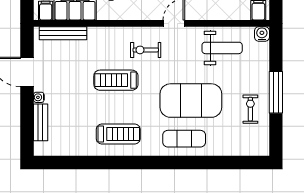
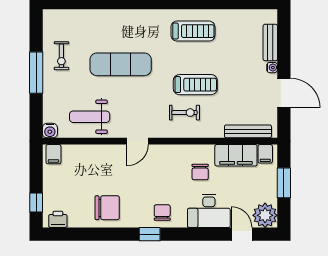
exercise bike: (146, 50) -> (185, 113), moved
exercise mat: (191, 101) -> (121, 64), width x0.68
treadmill: (118, 134) -> (193, 31), turned 180
exercise mat: (184, 139) -> (127, 26), removed

